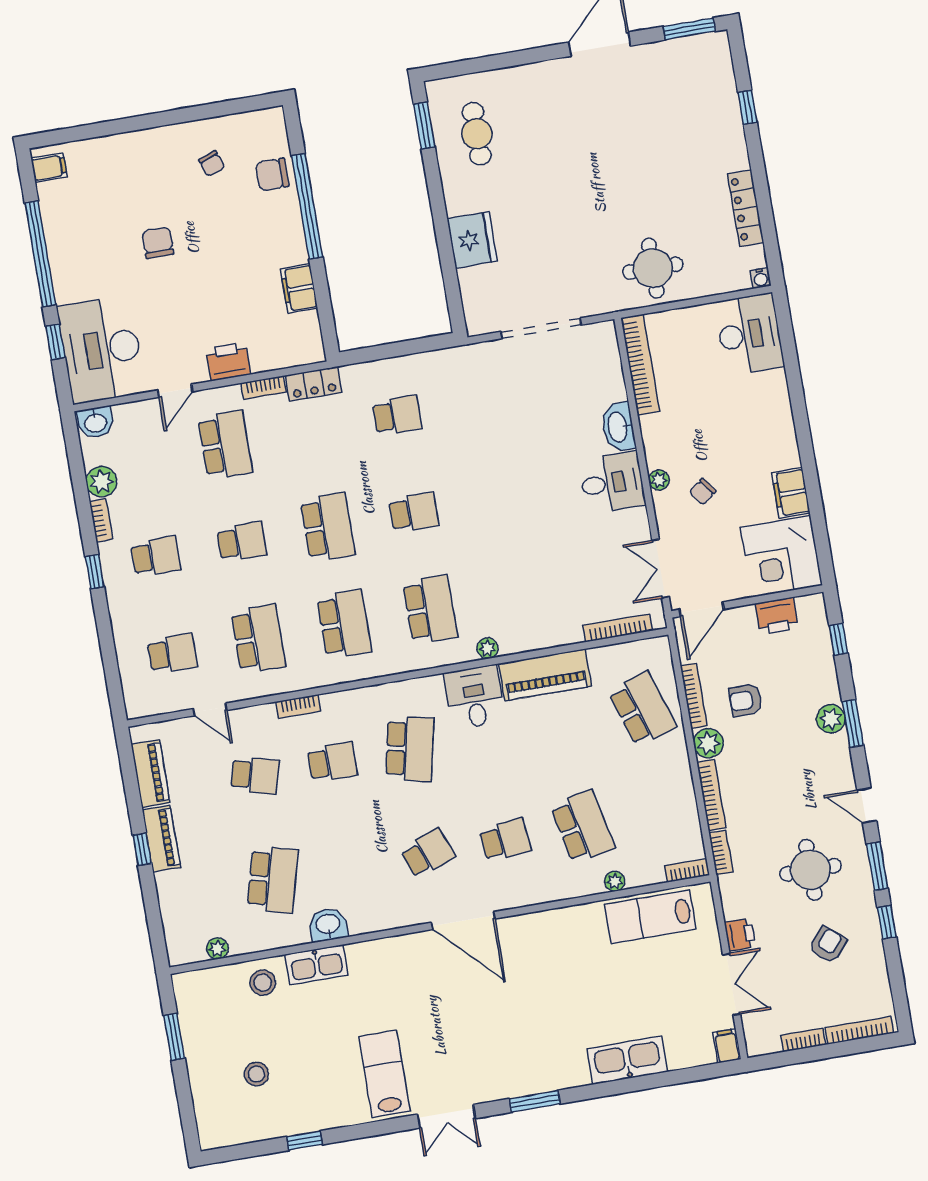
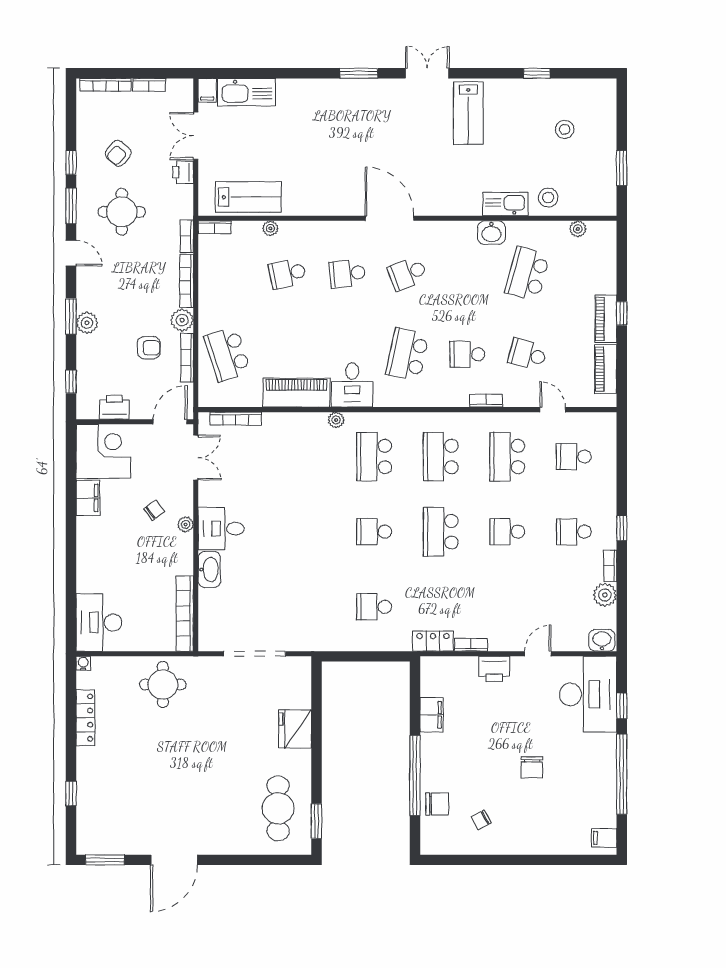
cafe table: (477, 134) -> (278, 808), width x1.37, depth x1.35
chair: (212, 164) -> (481, 820), turned -100
school desk: (225, 445) -> (507, 607), removed
school desk: (583, 827) -> (287, 274), width x0.54
kitchen sink: (627, 1060) -> (247, 92), moved

